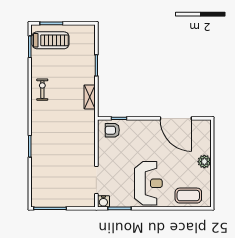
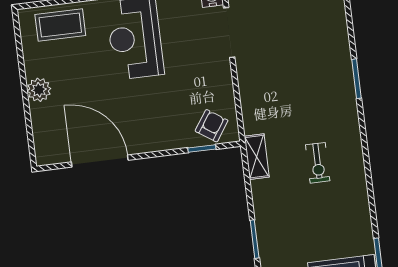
exercise bike: (42, 90) -> (318, 163), moved
shelving: (90, 97) -> (257, 157), moved
armchair: (112, 130) -> (212, 126), turned -56

